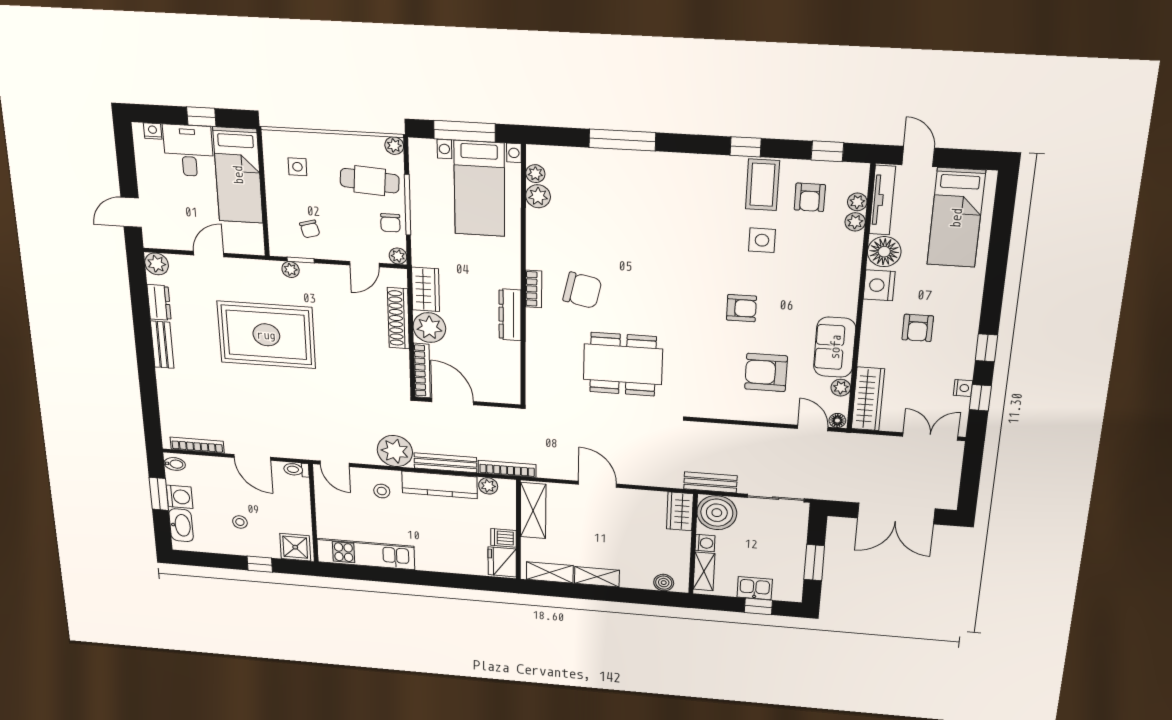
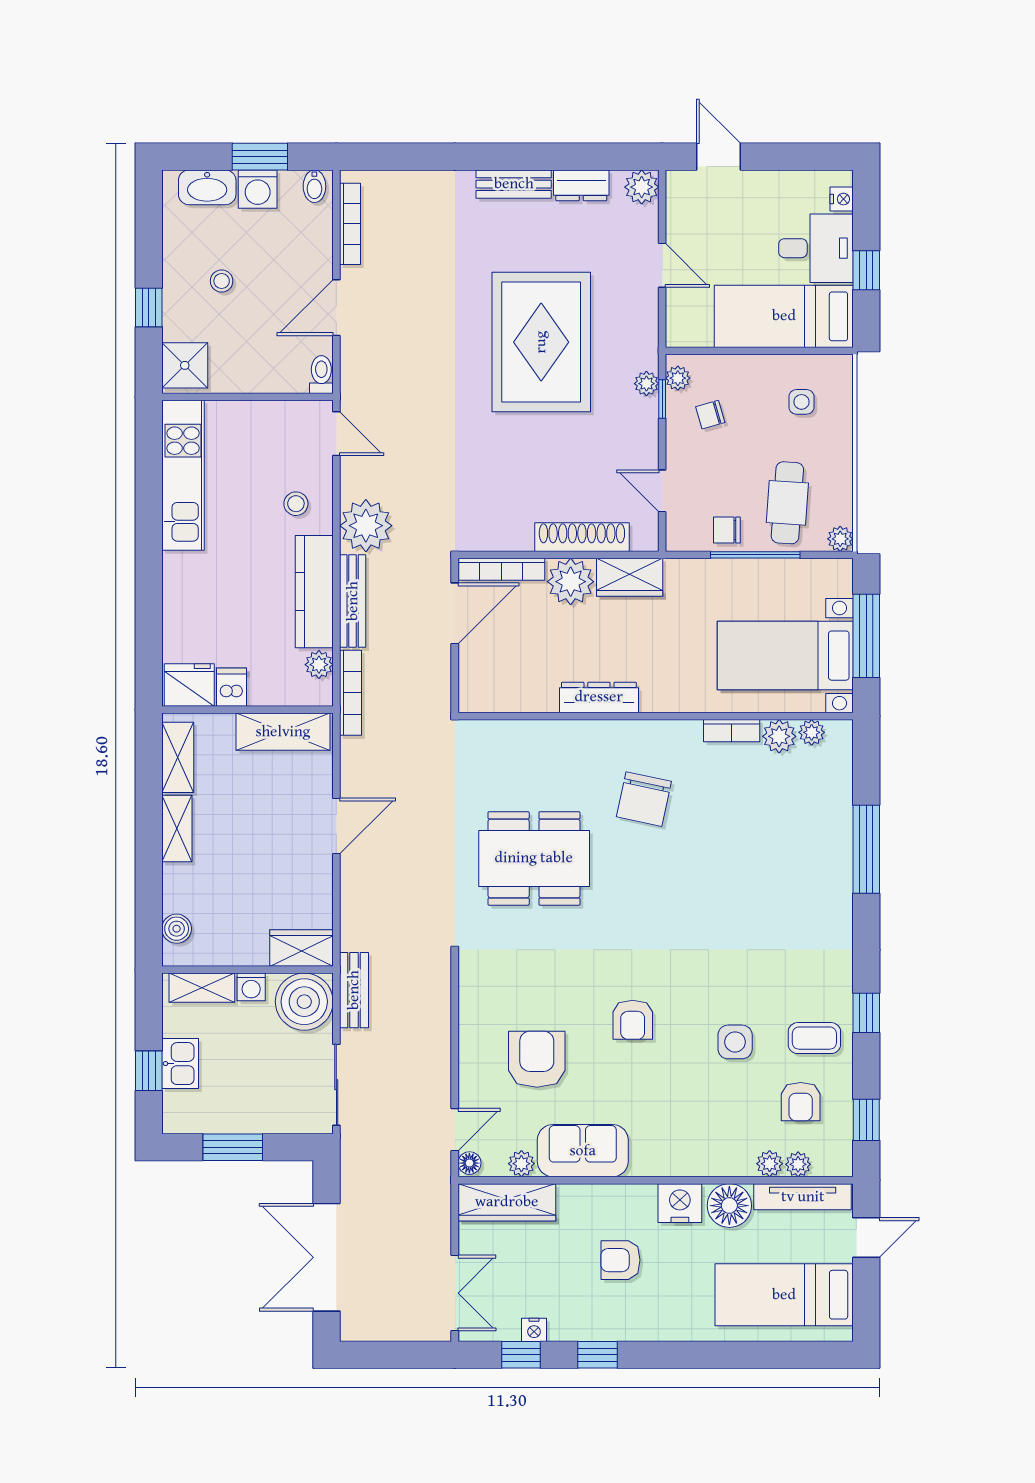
coffee table: (763, 185) -> (814, 1038), width x0.73, depth x0.77
armchair: (810, 197) -> (801, 1102), turned -90
plant: (398, 256) -> (678, 378), moved
bookcase: (534, 289) -> (732, 731), moved
dining table: (623, 364) -> (534, 858), turned 90
door: (335, 464) -> (336, 434), swing flipped

